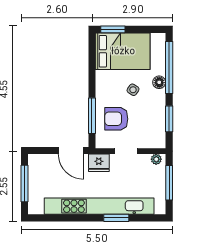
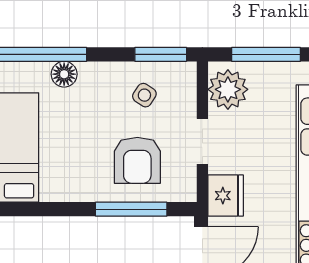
side table: (133, 90) -> (144, 95), moved
window: (169, 119) -> (161, 54), moved
plant: (156, 159) -> (228, 89), width x1.88, depth x1.88

